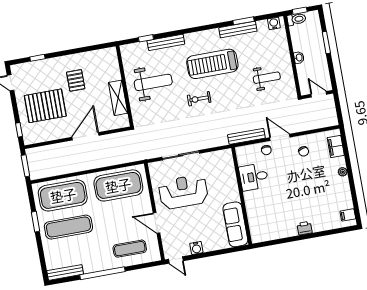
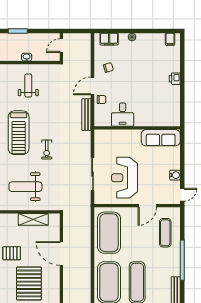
weight bench: (267, 78) -> (28, 86), moved
weight bench: (153, 82) -> (25, 187), turned -90

